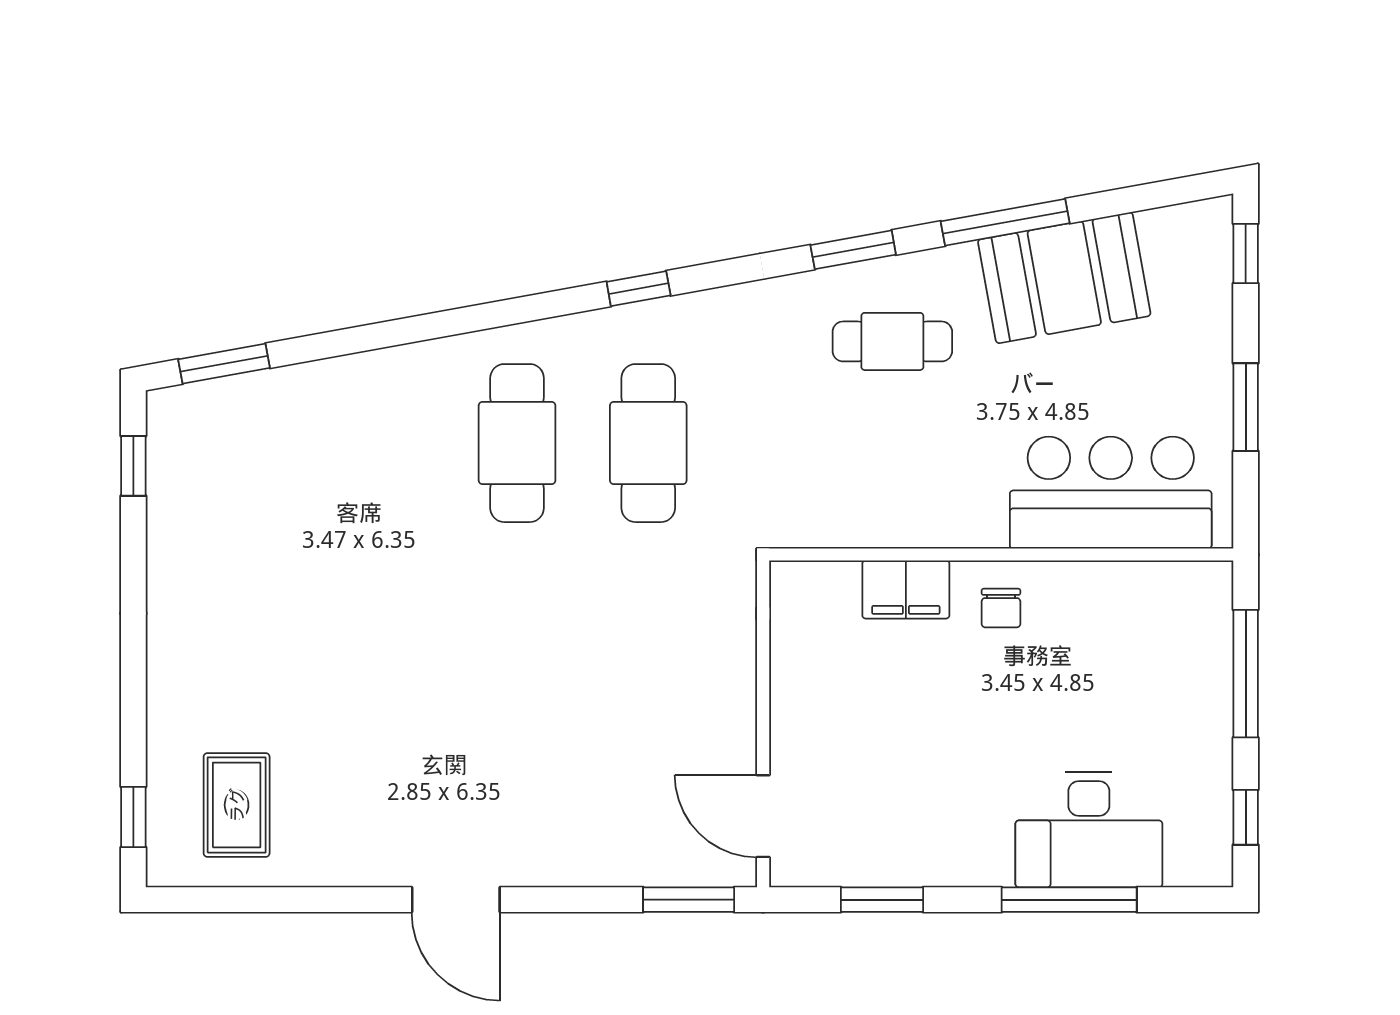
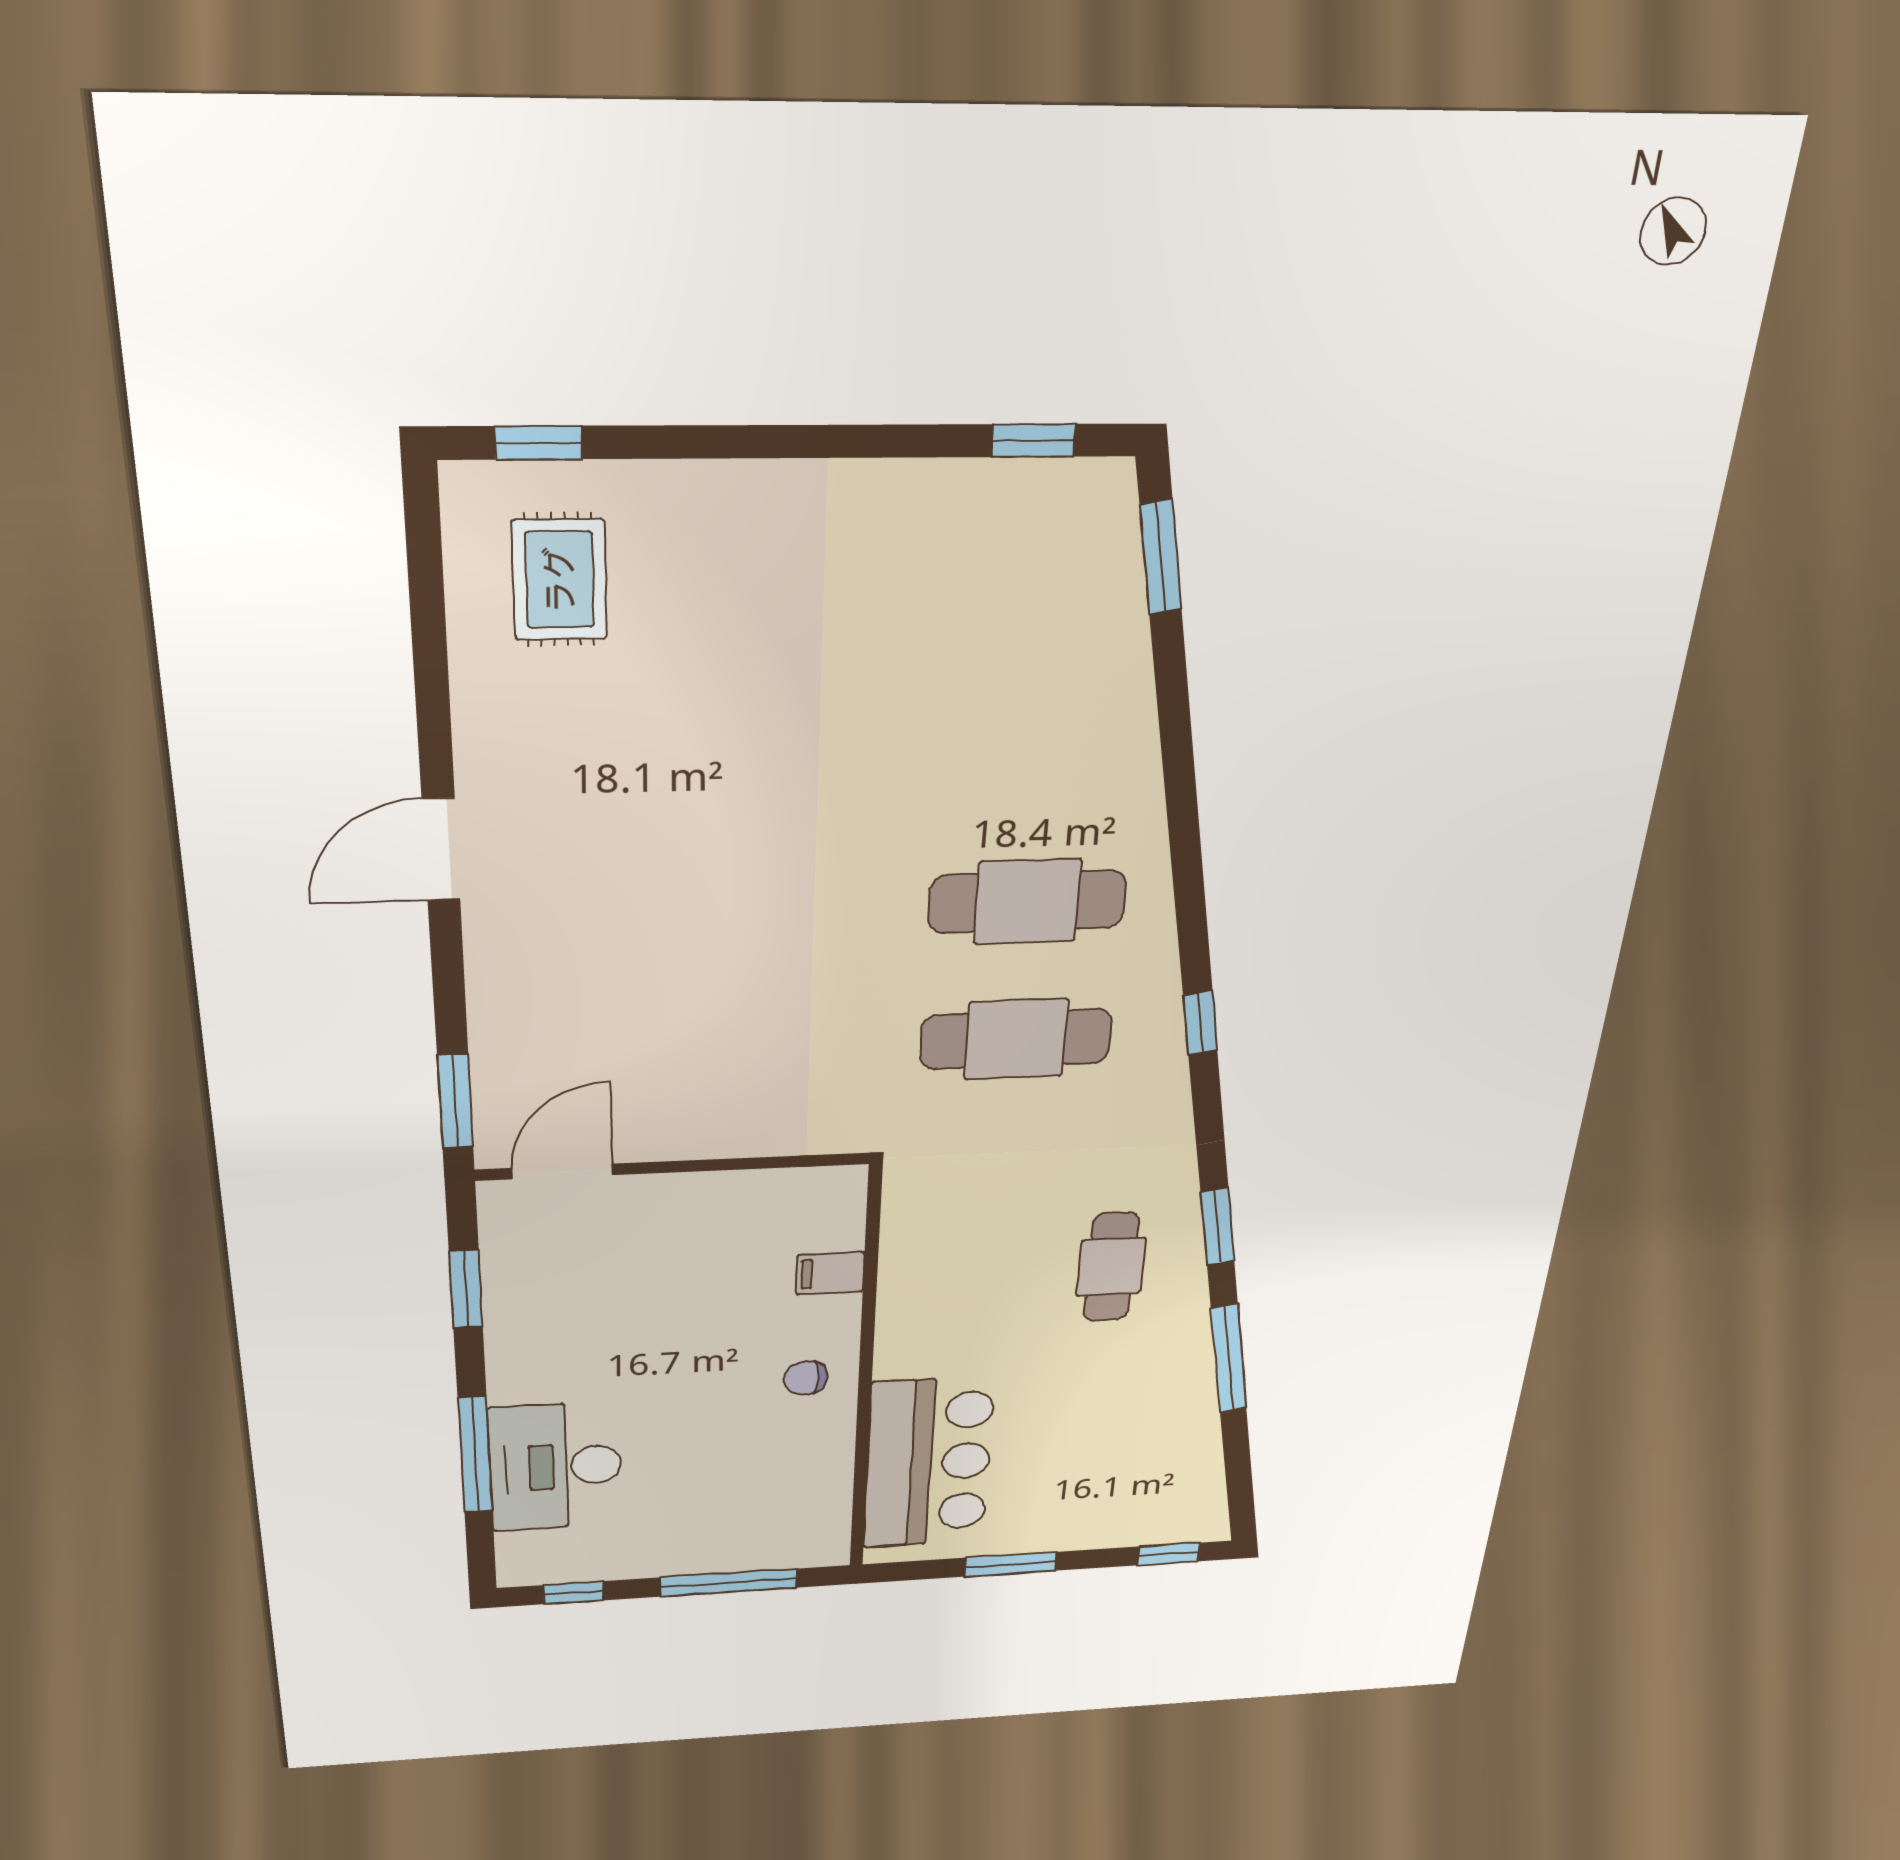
booth: (1064, 278) -> (1163, 1411), removed
filing cabinet: (906, 590) -> (830, 1273), width x0.50
rug: (237, 805) -> (560, 580), turned 90

